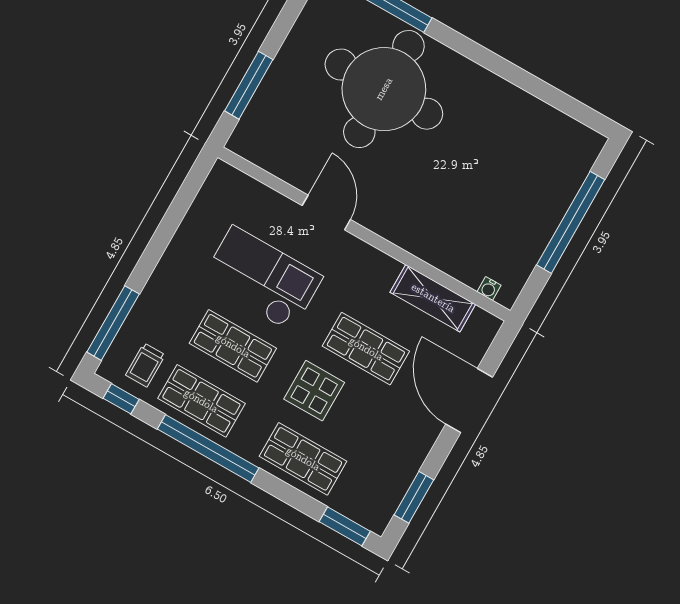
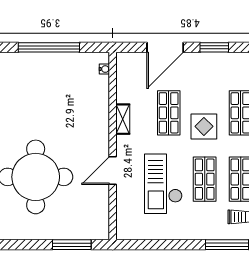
shelving: (433, 298) -> (123, 119), moved, width x0.67, depth x0.75
window: (414, 497) -> (214, 47), moved

